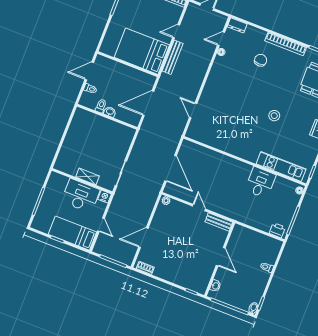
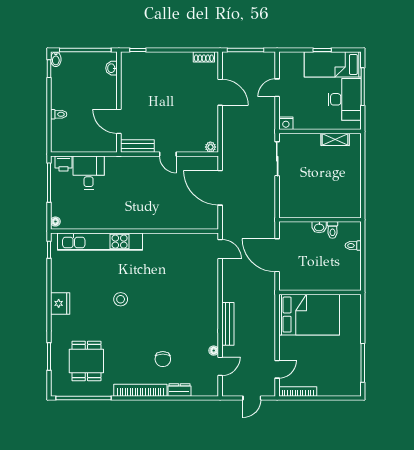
dresser: (237, 25) -> (179, 390), moved
door: (176, 31) -> (277, 369), moved
bench: (173, 57) -> (228, 324), moved
door: (89, 71) -> (363, 266), removed
door: (148, 103) -> (277, 255), swing flipped
door: (193, 111) -> (220, 249), moved
kitchen unit: (281, 166) -> (100, 242), width x1.36
shelving: (88, 176) -> (335, 139), moved
desk: (260, 183) -> (89, 173), moved, turned 180
desk: (81, 196) -> (345, 99), moved, turned -90
door: (101, 225) -> (277, 88), hinge flipped
bed: (72, 233) -> (333, 64), moved, turned 180
door: (143, 238) -> (220, 92), hinge flipped
door: (221, 257) -> (119, 121), moved

